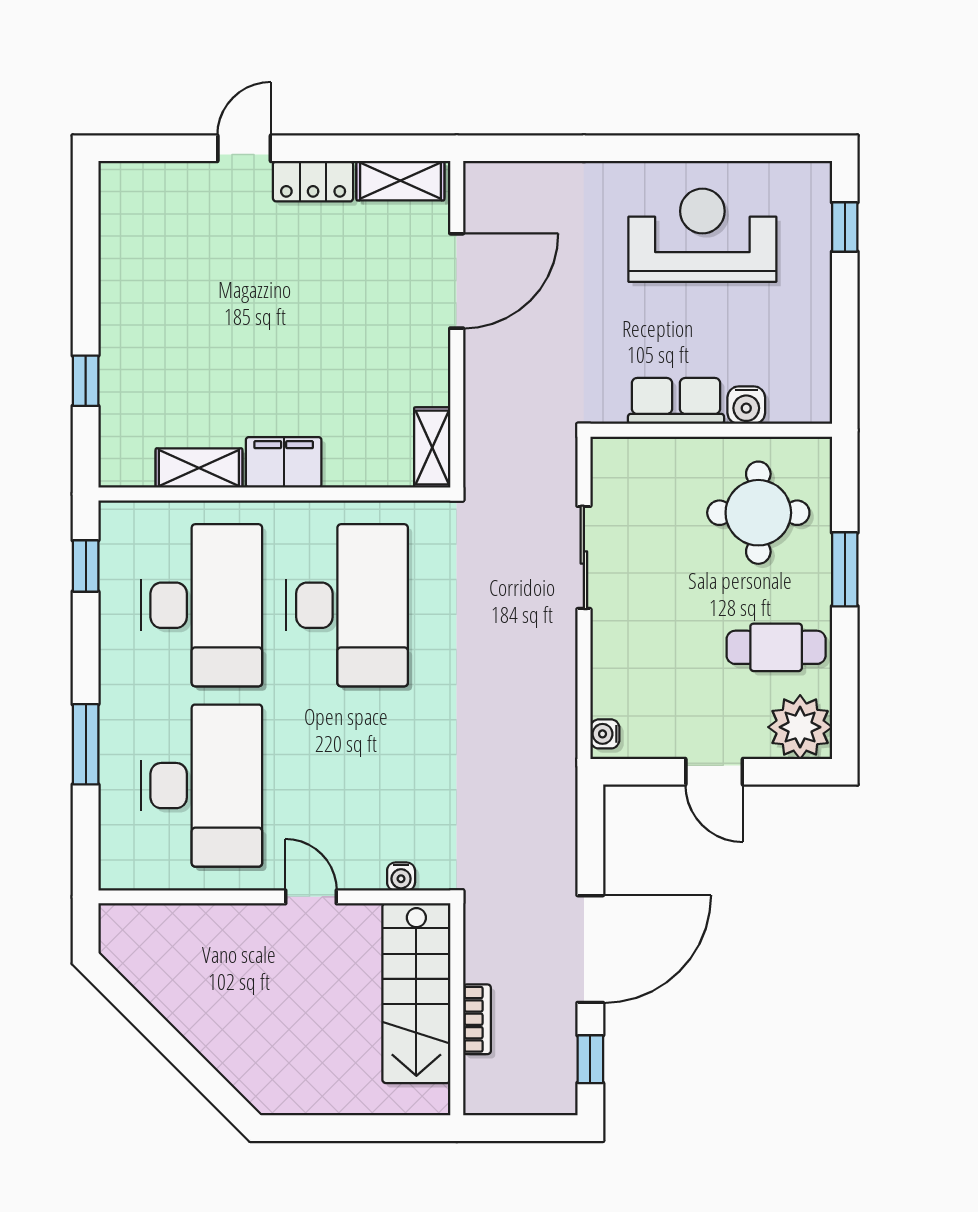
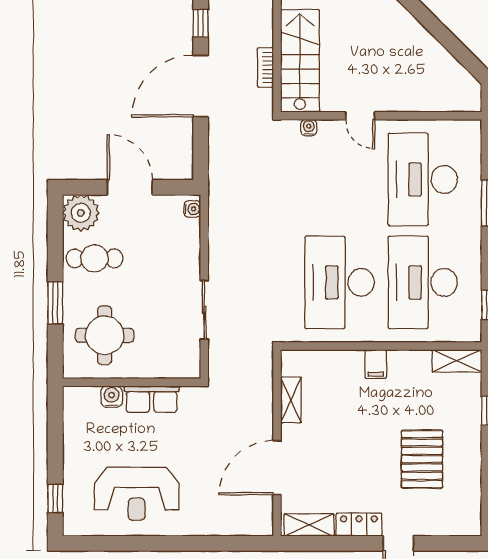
pallet: (203, 296) -> (422, 459), added
shelving: (432, 447) -> (291, 400), moved
filing cabinet: (284, 462) -> (376, 364), width x0.50
shelving: (199, 468) -> (457, 361), moved
door: (714, 772) -> (130, 187), width x1.38
bookcase: (477, 1019) -> (265, 68), moved

